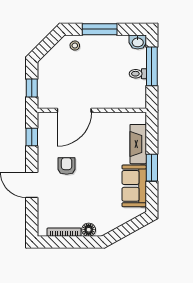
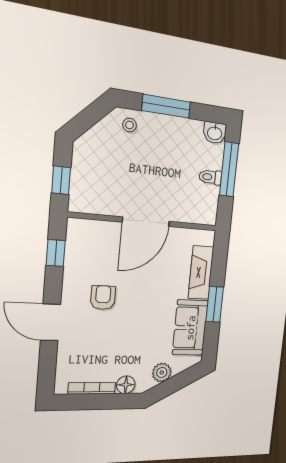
door: (74, 110) -> (146, 222), moved
plant: (115, 220) -> (162, 372), added

